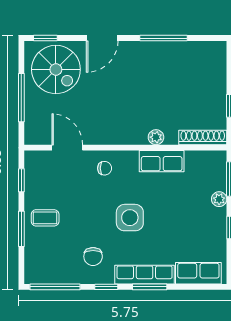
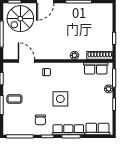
spiral stairs: (56, 69) -> (20, 19), turned 90
row of seats: (162, 161) -> (96, 68), moved

